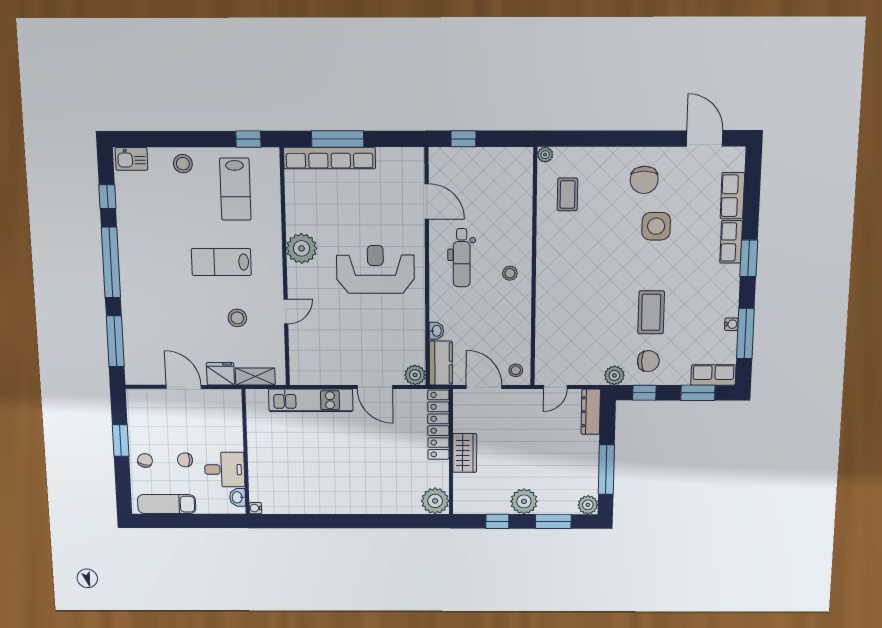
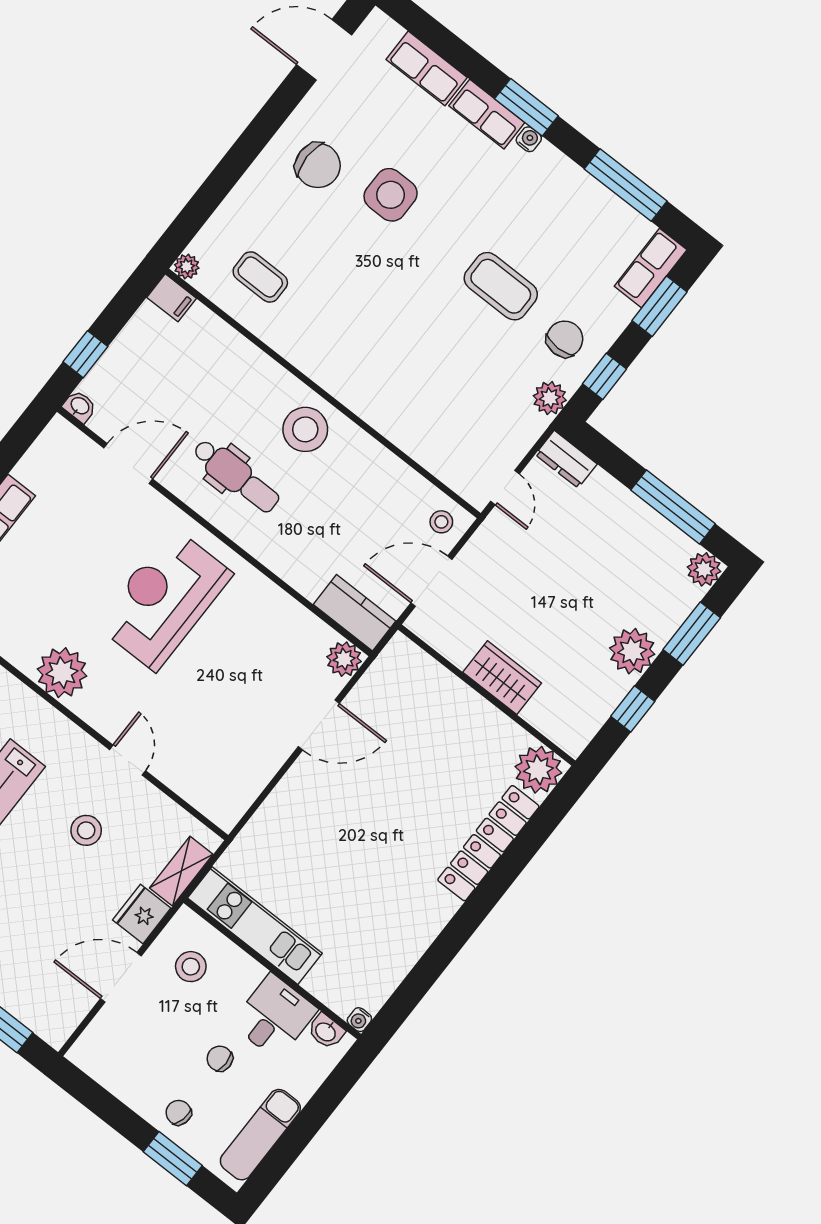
filing cabinet: (524, 159) -> (172, 298), added
stool: (510, 273) -> (305, 429), width x1.89, depth x1.89
water cooler: (731, 324) -> (529, 139), moved
washbasin: (436, 331) -> (80, 406), moved
kitchen unit: (311, 400) -> (255, 926), moved, turned -90
dresser: (591, 412) -> (566, 459), width x0.70
stool: (215, 415) -> (191, 967), added
locker: (438, 425) -> (488, 843), moved, turned 90
window: (121, 441) -> (173, 1159), moved
chair: (185, 460) -> (220, 1059), turned 90

